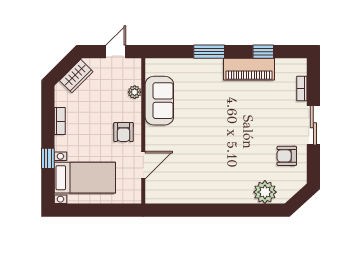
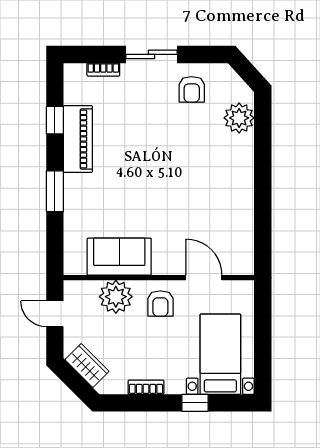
plant: (135, 92) -> (116, 297), width x1.87, depth x1.87
armchair: (124, 132) -> (160, 303), turned 90

